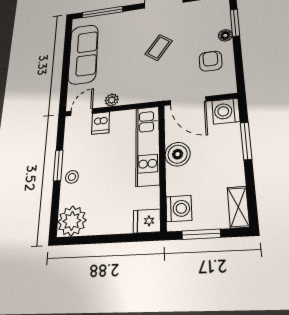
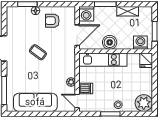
shelving: (238, 207) -> (128, 11), moved

